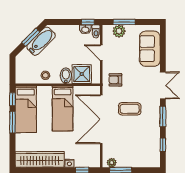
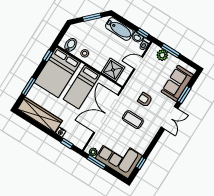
bathtub: (41, 41) -> (119, 29), moved, turned 45
door: (101, 53) -> (138, 63), hinge flipped
bidet: (66, 76) -> (71, 45), moved
armchair: (115, 80) -> (145, 100), moved
bed: (26, 109) -> (57, 72), width x1.50
window: (163, 116) -> (184, 95), moved
window: (12, 122) -> (29, 86), moved
corner sofa: (139, 152) -> (119, 157), added

